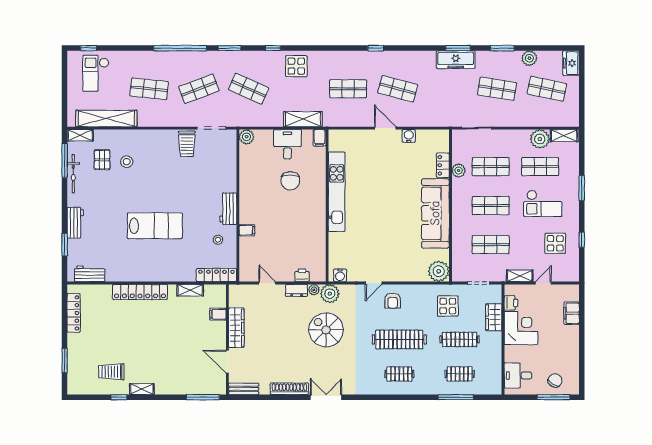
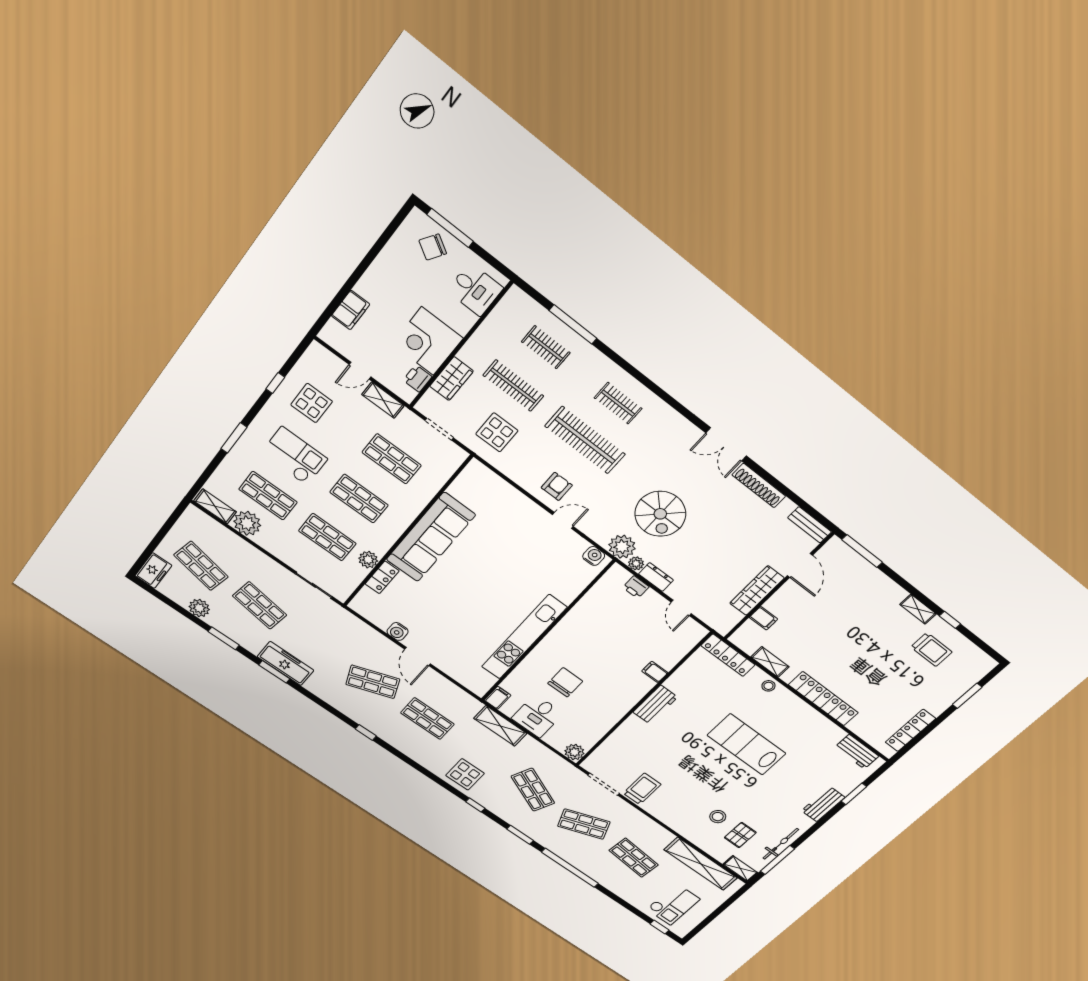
shop shelf: (398, 89) -> (373, 682), turned -36
stool: (218, 240) -> (768, 686), moved
plant: (439, 271) -> (477, 477), removed

